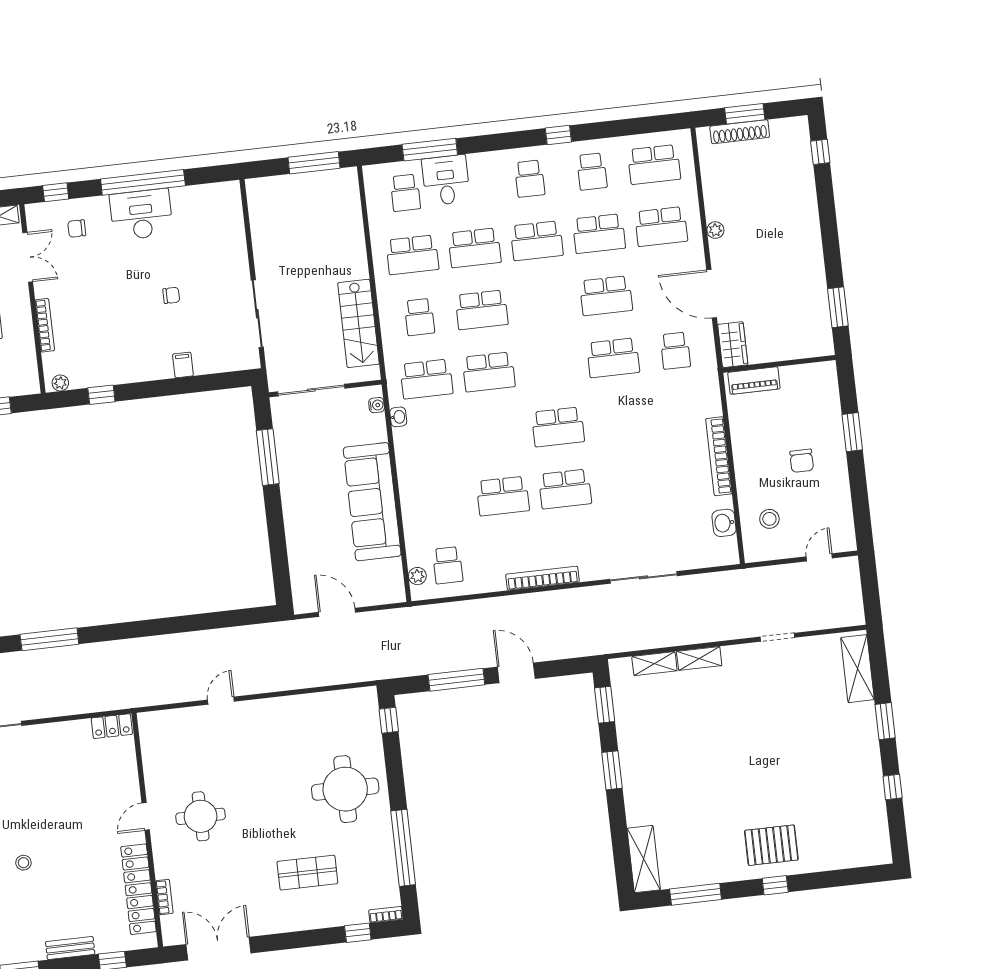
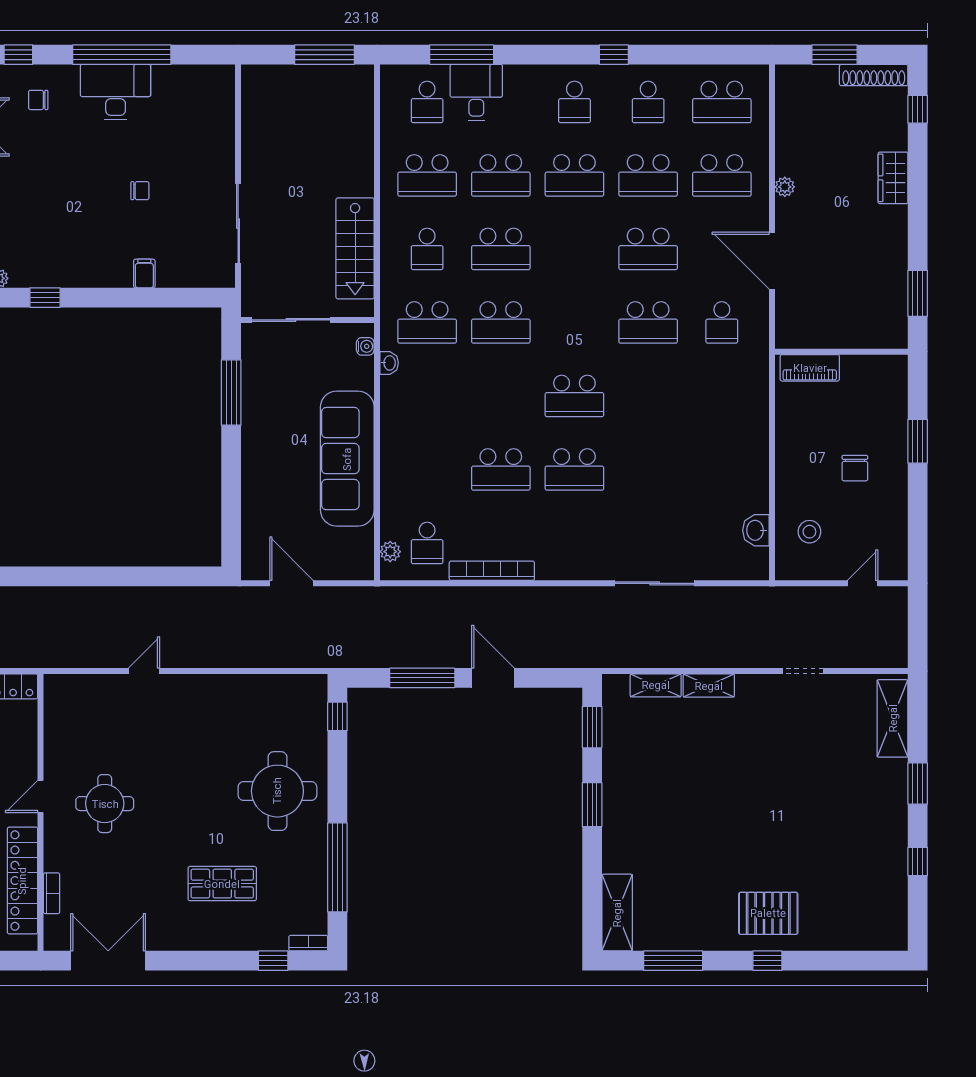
shoe rack: (740, 132) -> (874, 75), moved
wardrobe: (733, 345) -> (893, 178), moved, turned 180
bookcase: (719, 456) -> (759, 452), removed
bookcase: (543, 578) -> (492, 571), moved

